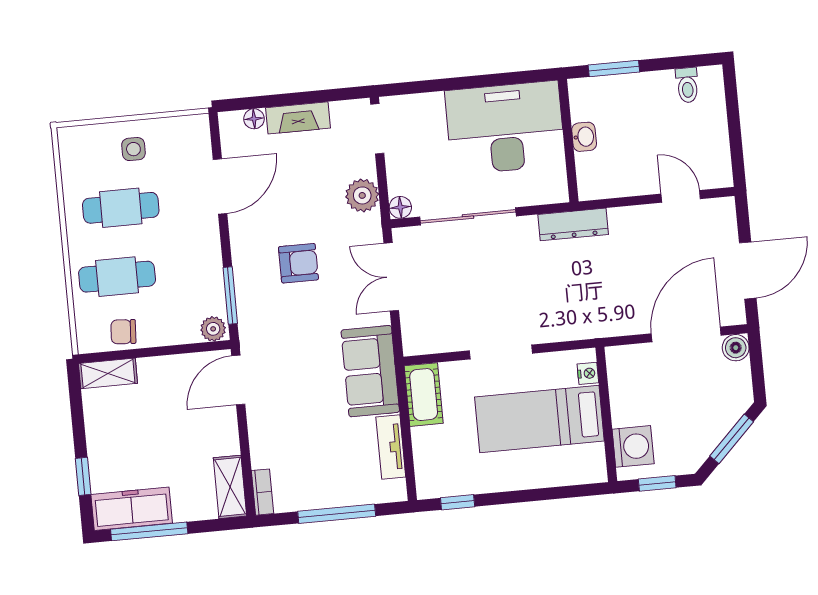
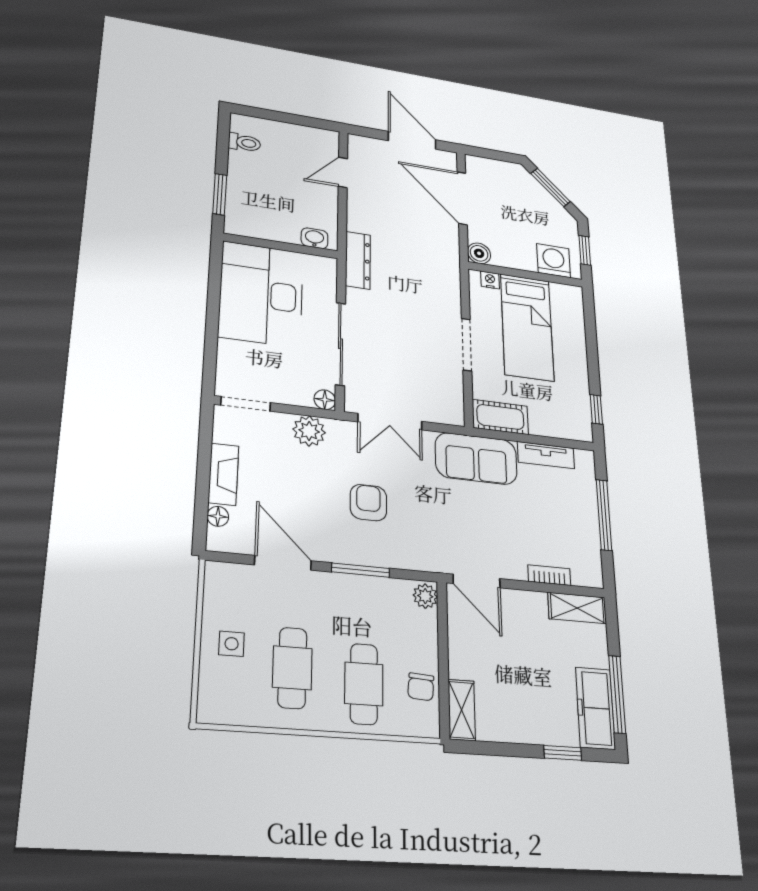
washbasin: (584, 137) -> (314, 238), moved
window: (230, 295) -> (361, 570), moved
boiler: (736, 348) -> (479, 253), moved
bookcase: (262, 492) -> (549, 575), moved

